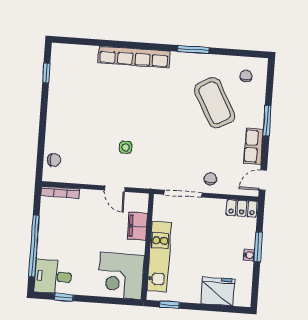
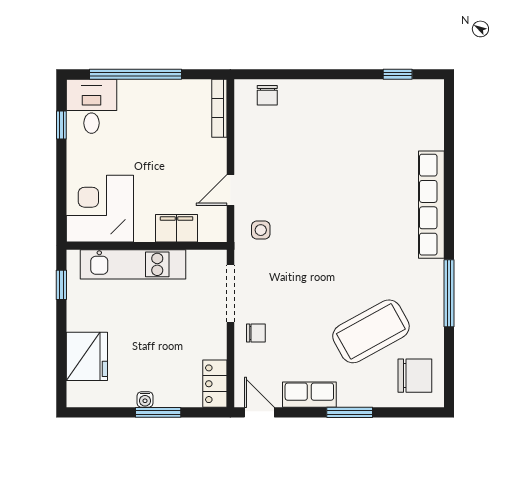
window: (193, 50) -> (449, 293), width x1.44
chair: (246, 76) -> (415, 376), width x1.87, depth x1.87
side table: (126, 147) -> (261, 230), moved

